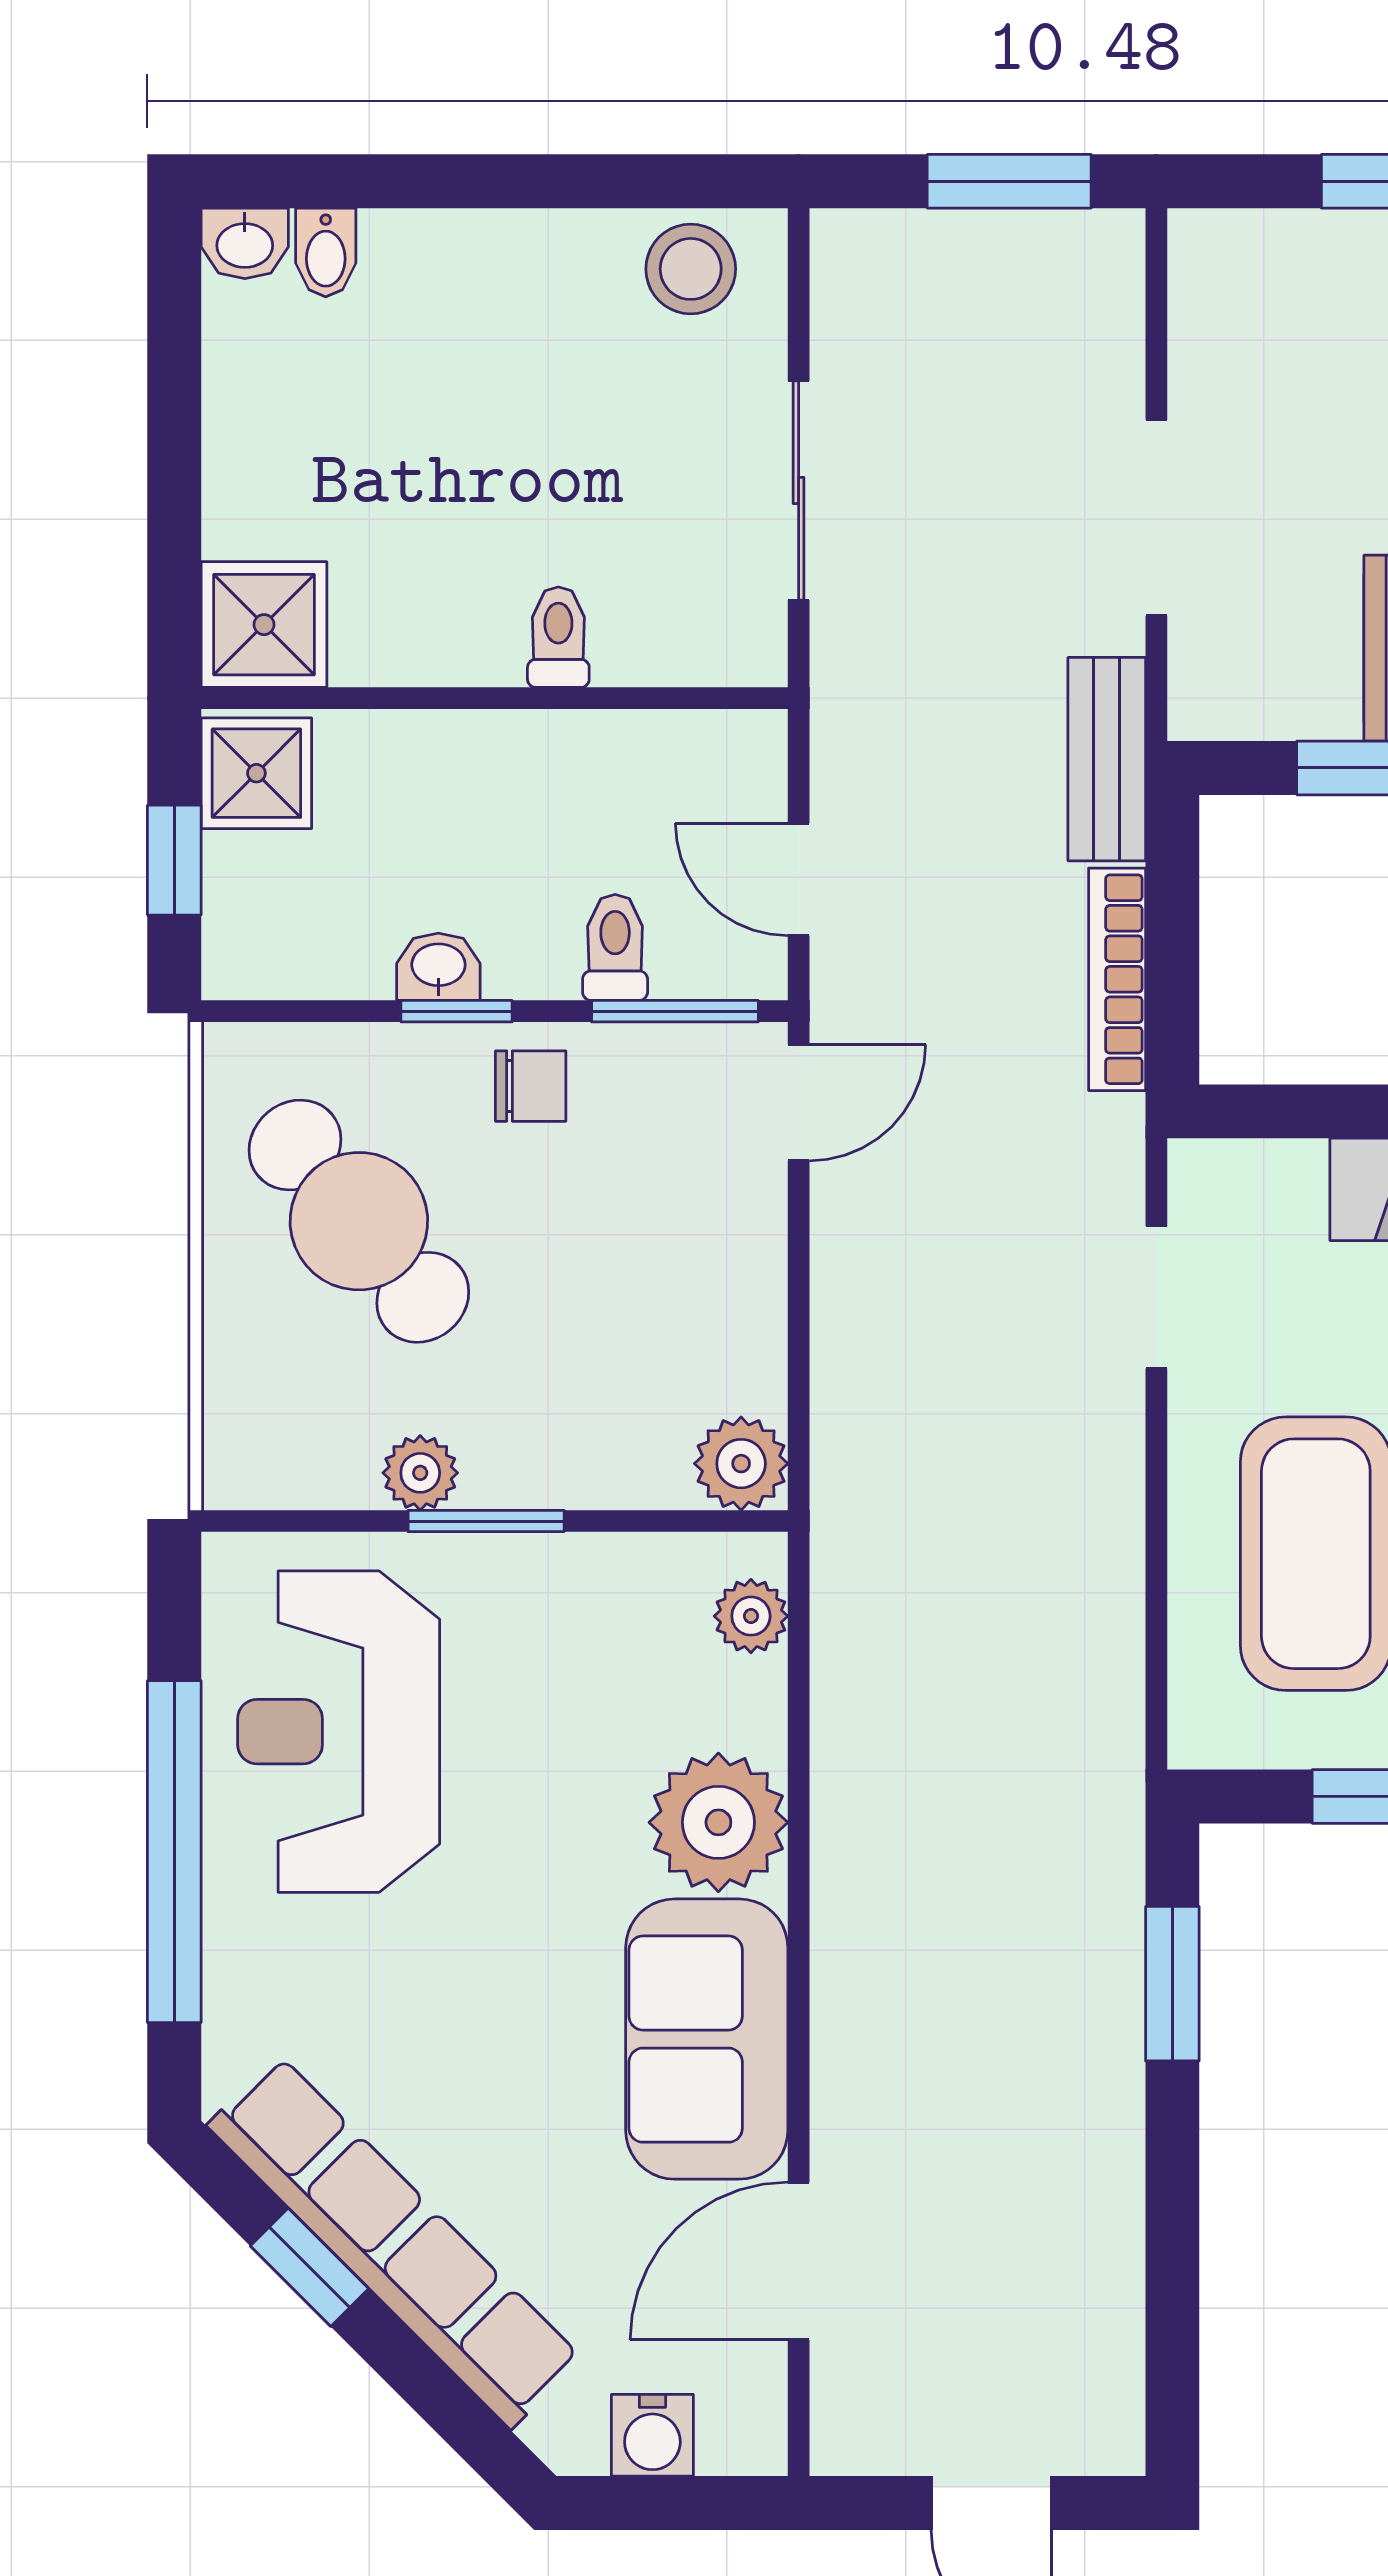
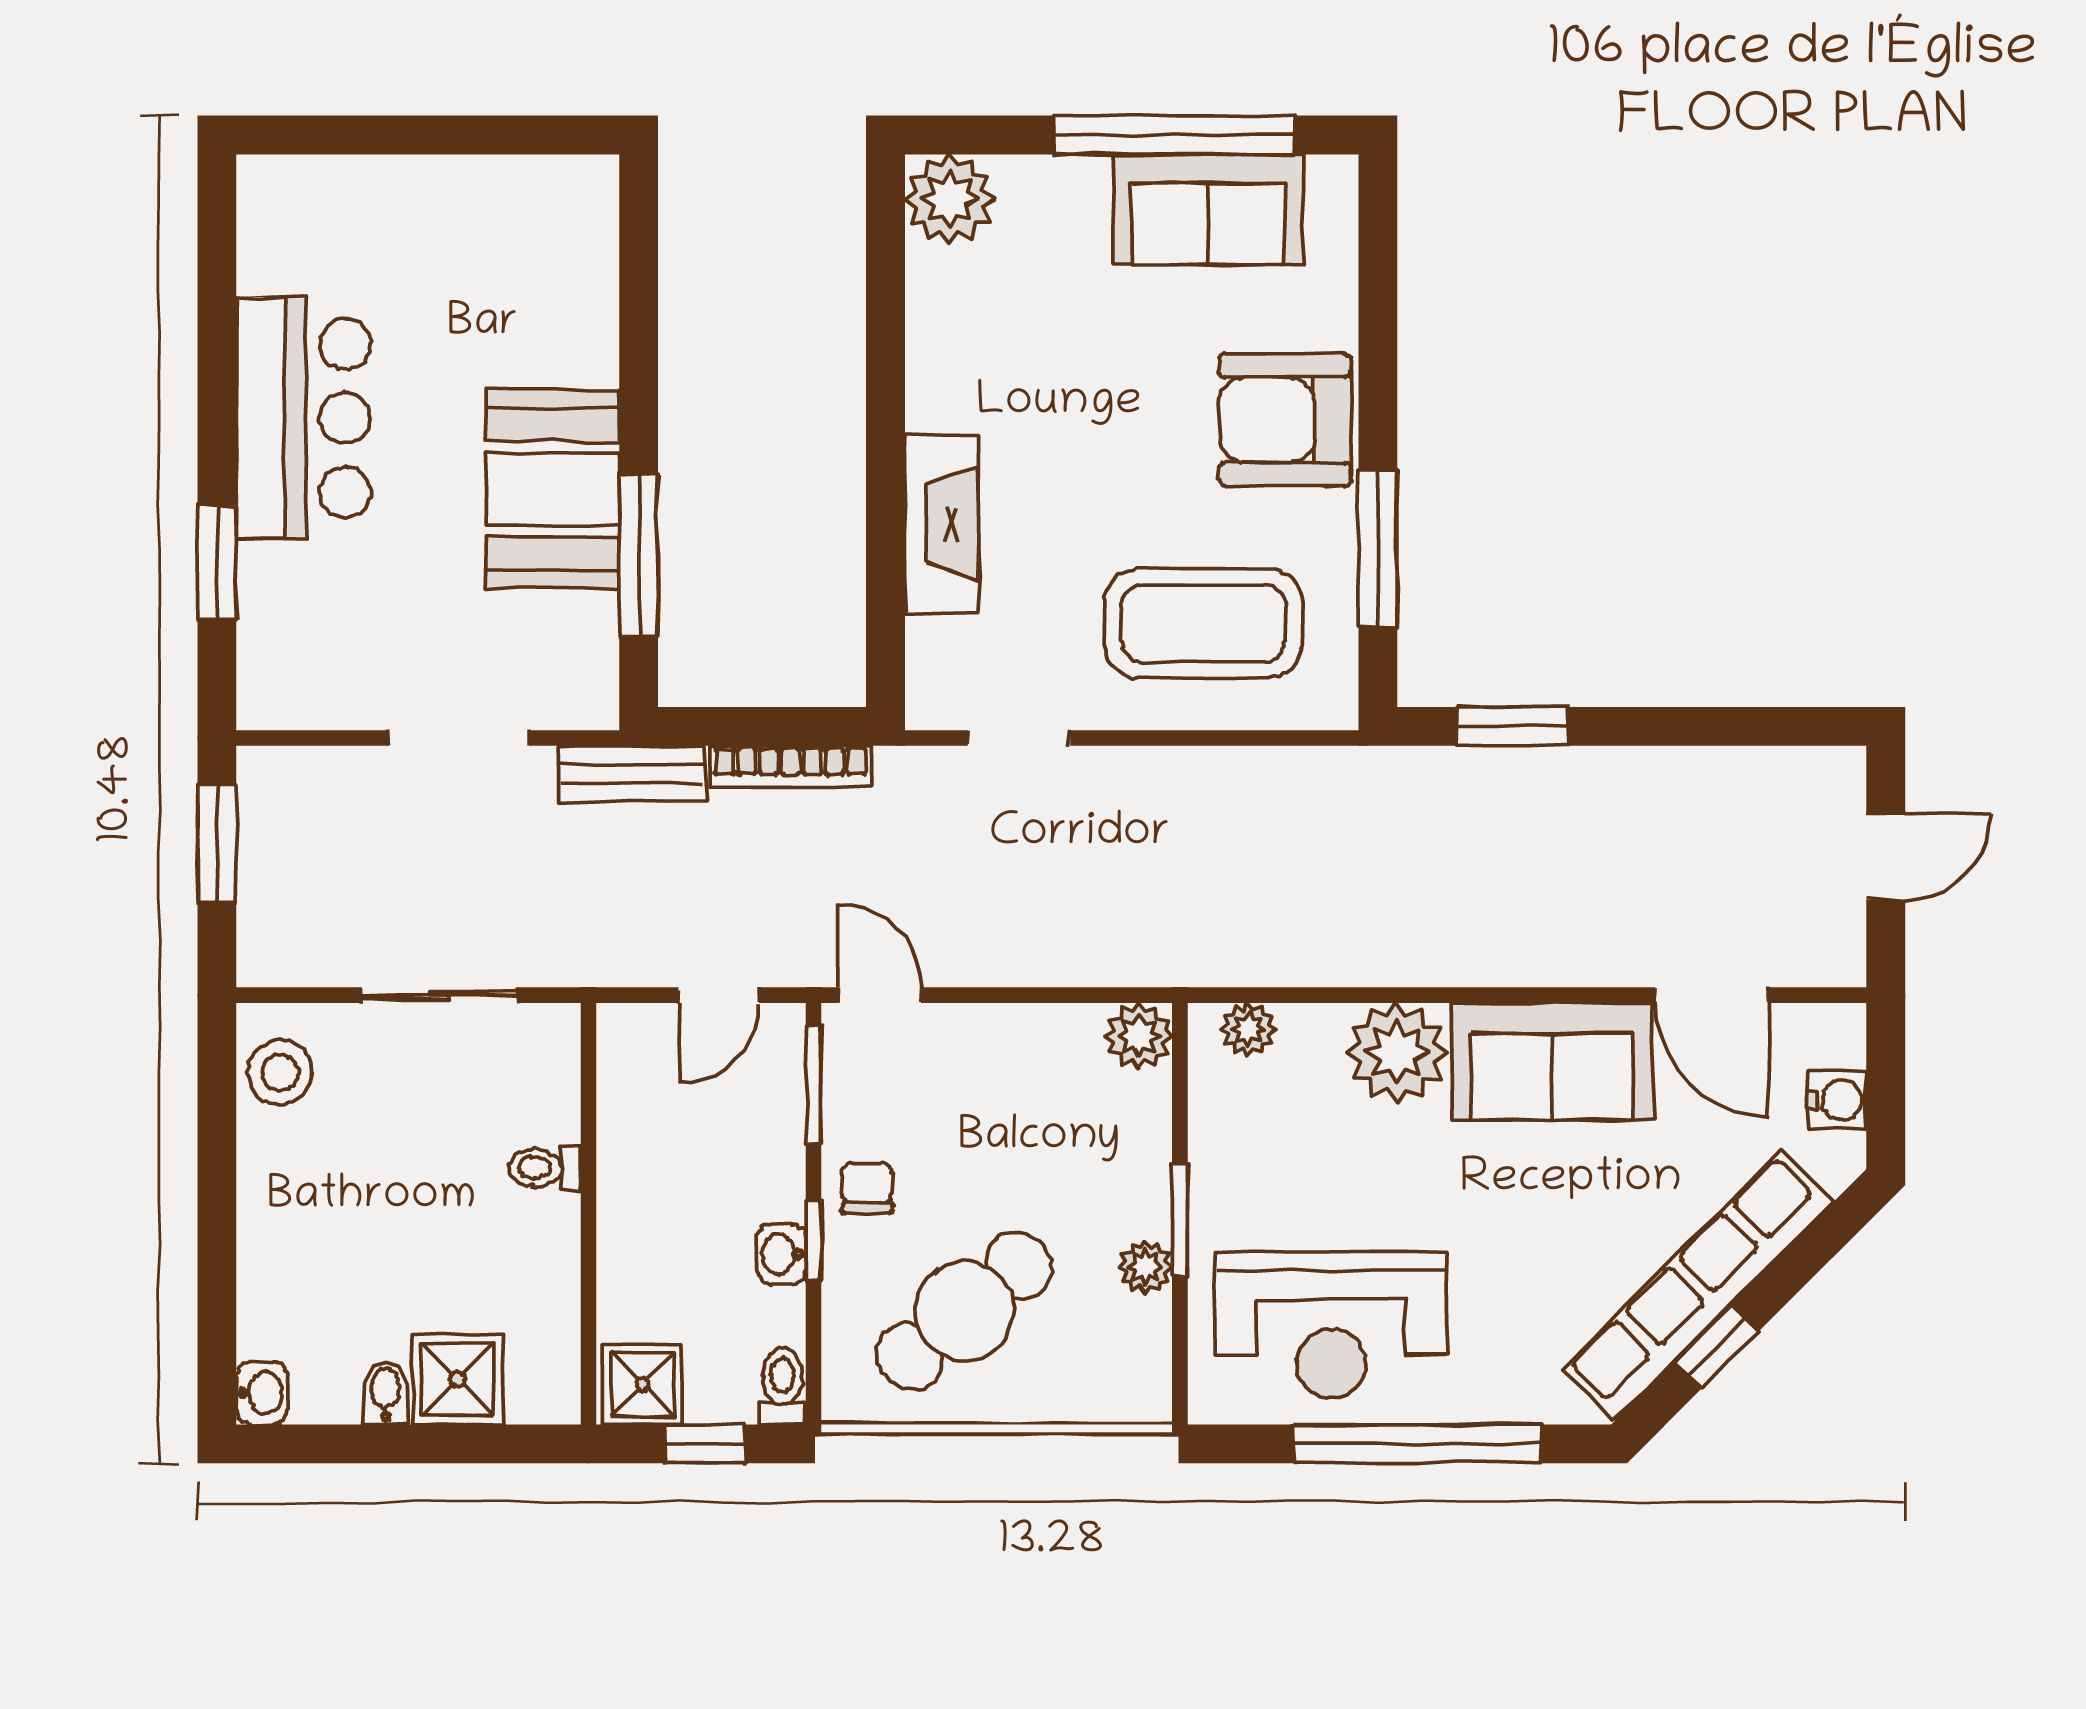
bidet: (326, 252) -> (386, 1393), moved, turned -90
shower: (264, 625) -> (458, 1379), moved
toilet: (615, 947) -> (782, 1386), moved, turned 90

